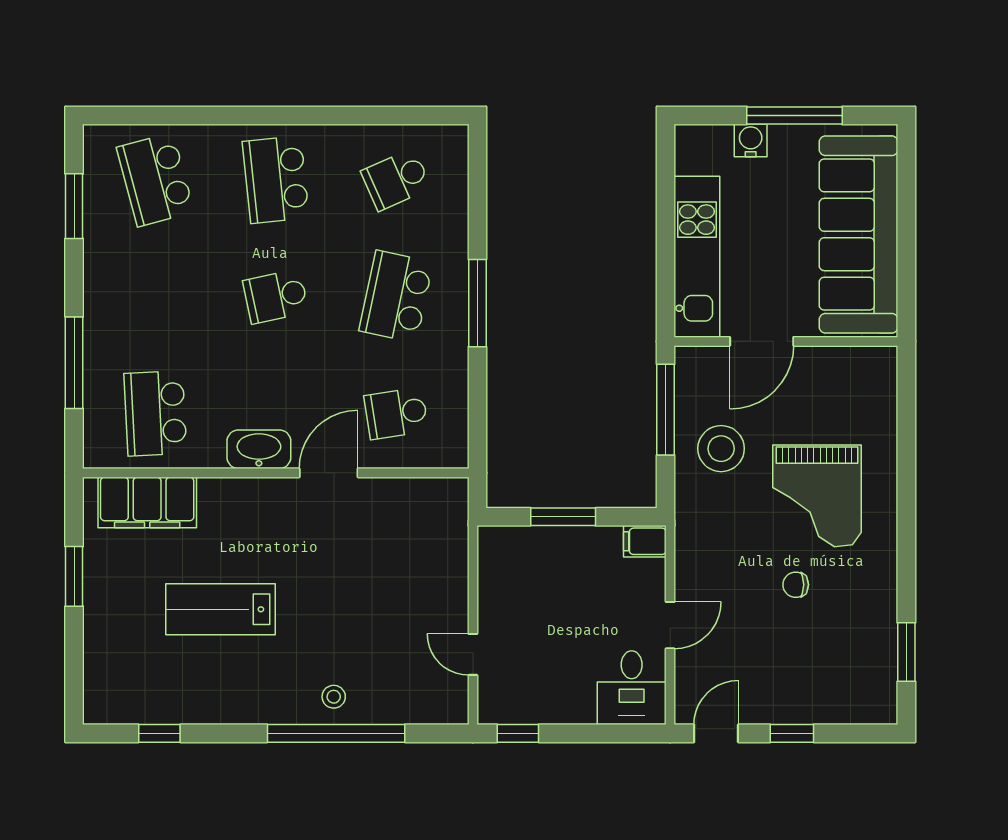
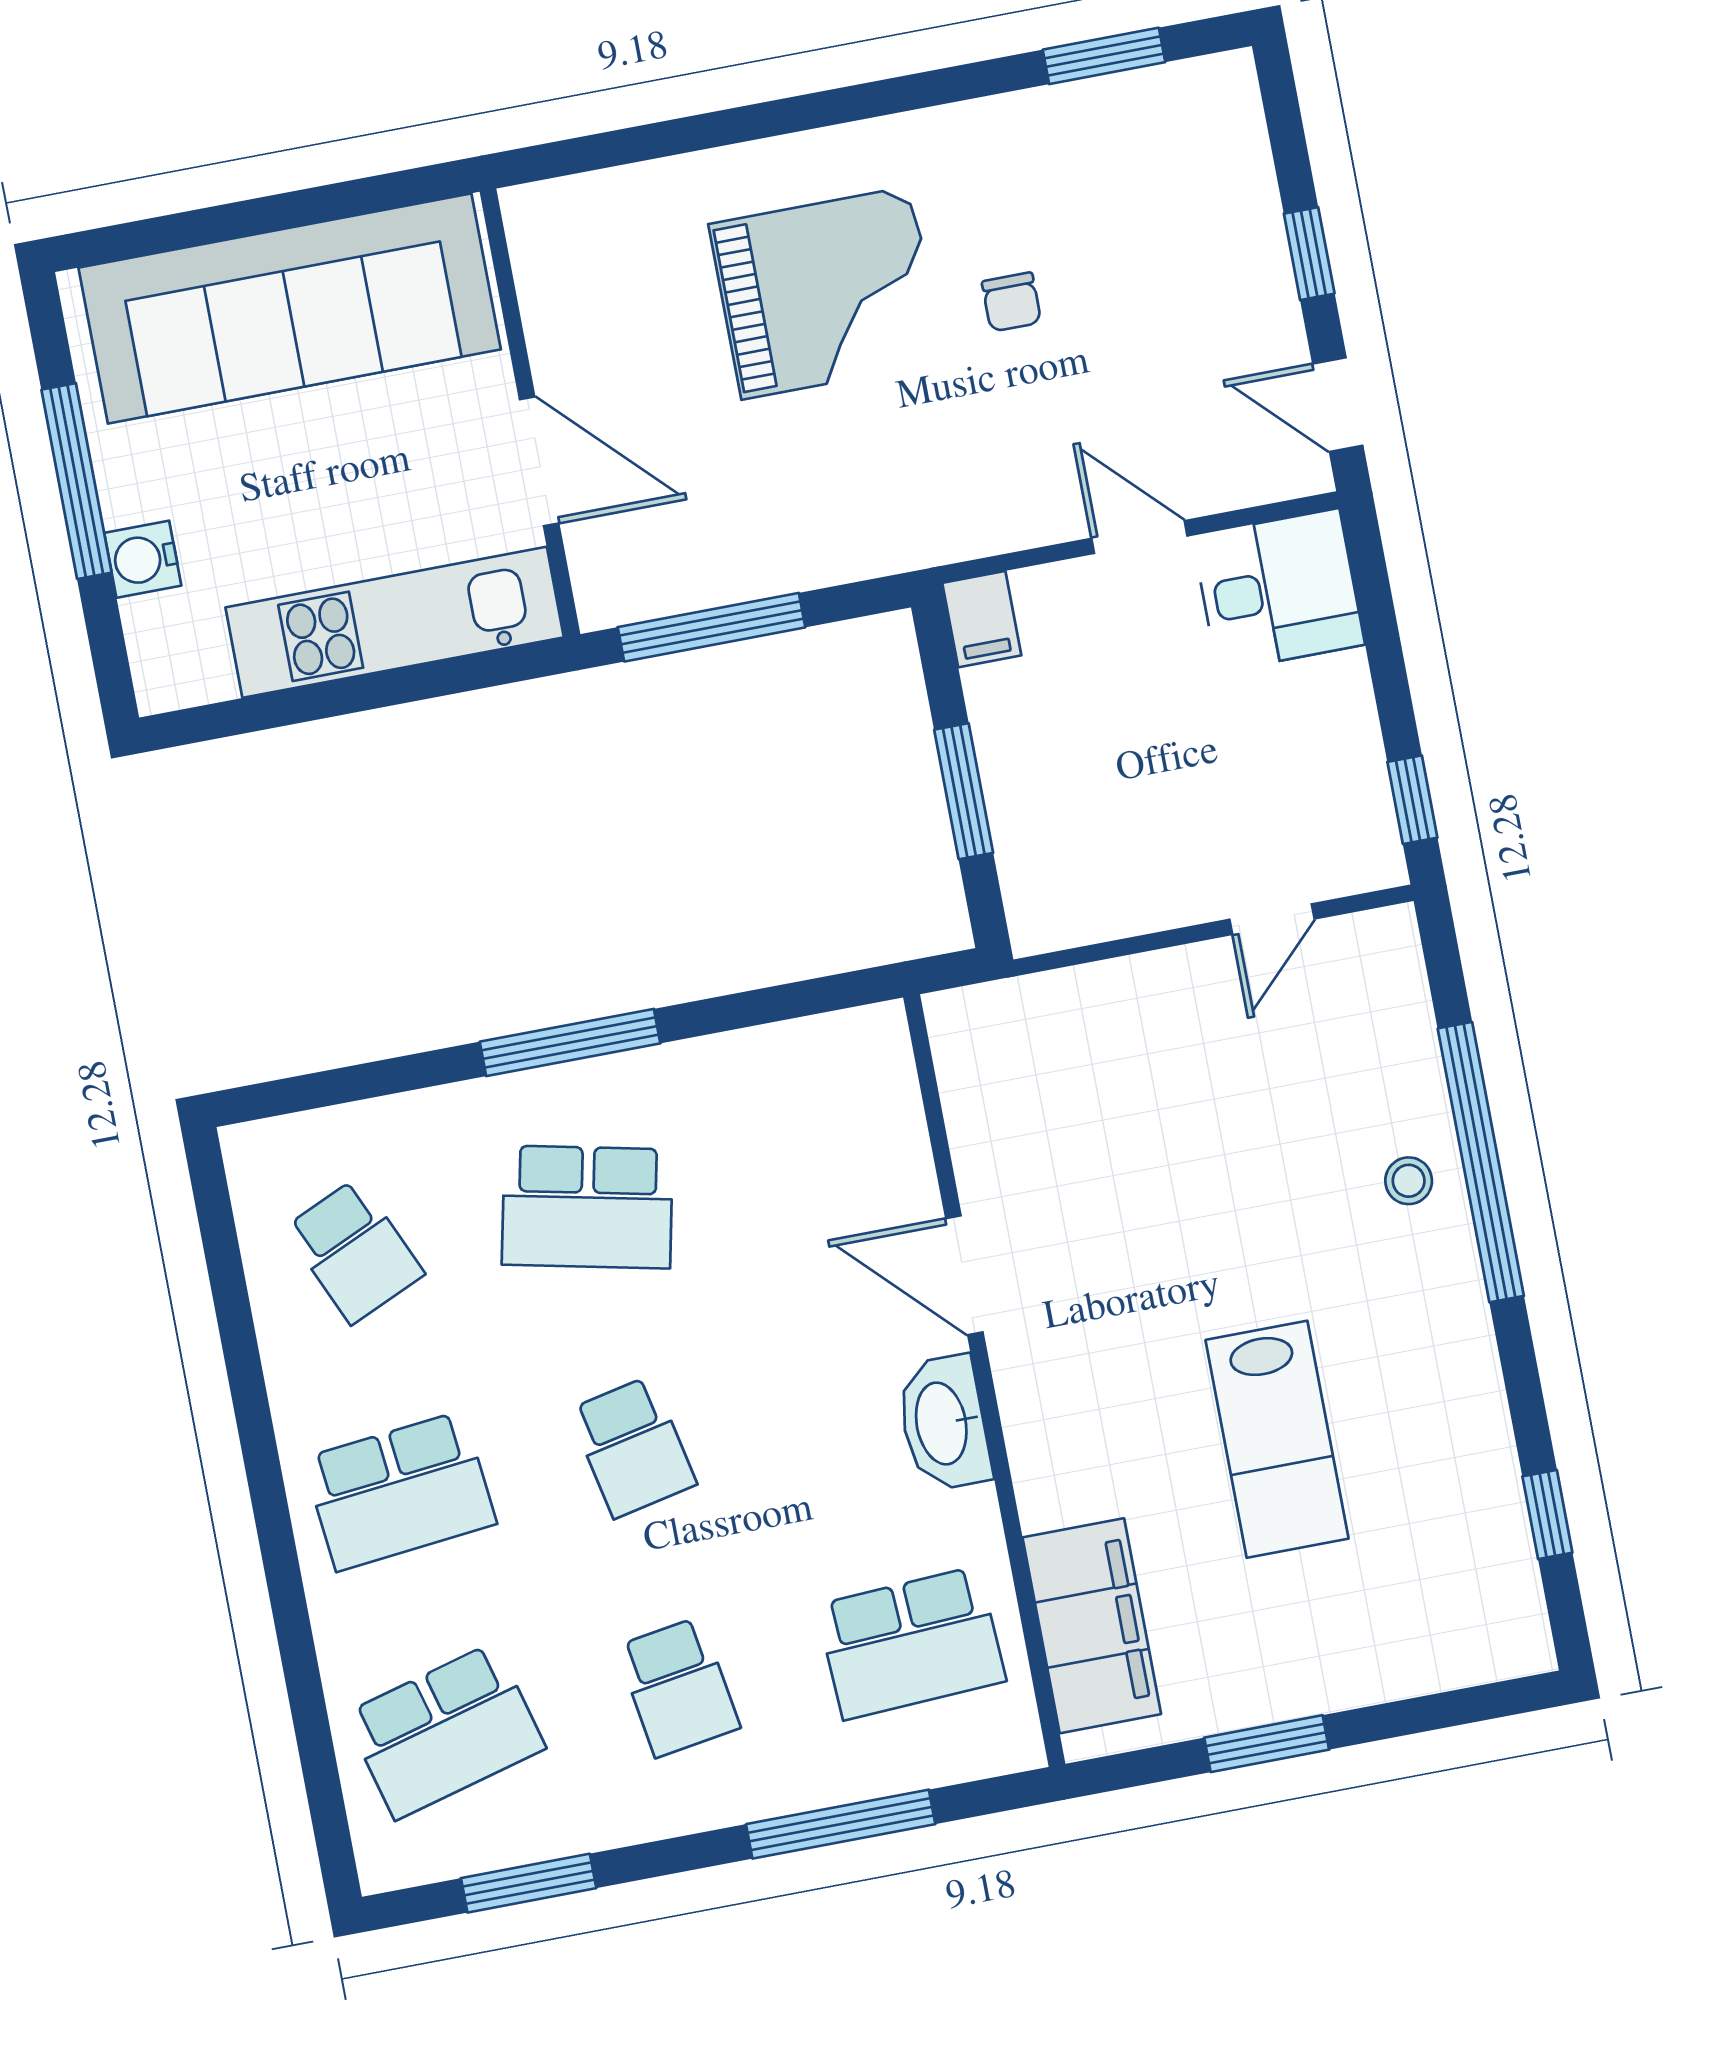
school desk: (396, 413) -> (678, 1687), moved
stool: (721, 449) -> (768, 502), removed

